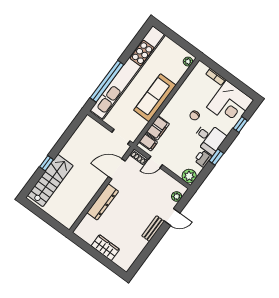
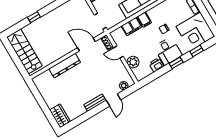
filing cabinet: (148, 142) -> (144, 20), moved
window: (216, 157) -> (176, 63), moved
plant: (189, 176) -> (133, 62), moved
stairs: (50, 181) -> (24, 51), moved, turned -90
door: (172, 217) -> (113, 100), hinge flipped
wardrobe: (105, 248) -> (60, 116), moved

